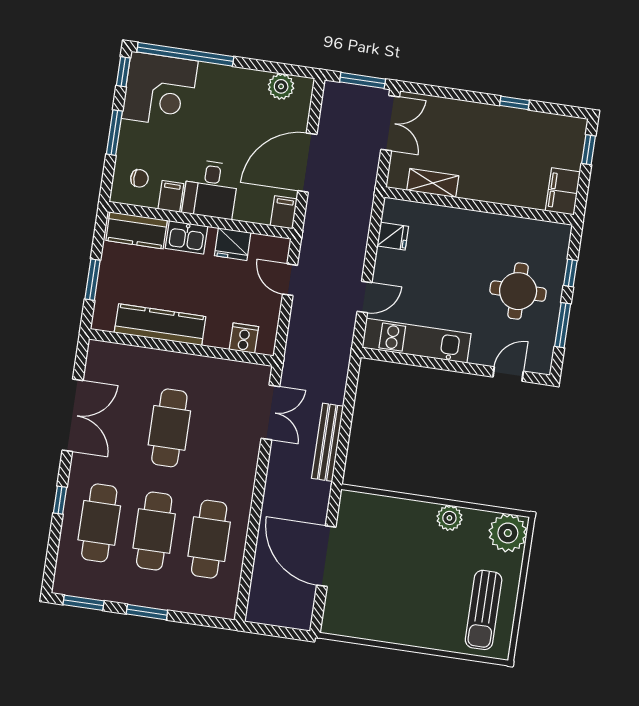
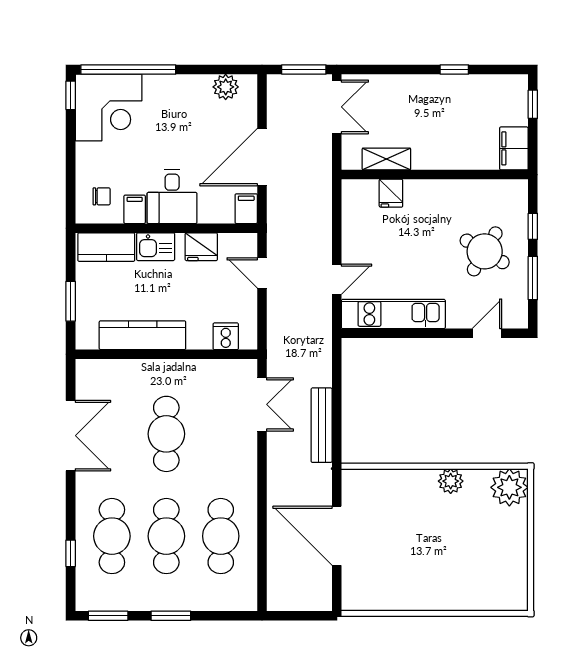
window: (114, 133) -> (71, 156), removed
fridge: (393, 236) -> (391, 193), moved, turned 90
round table: (518, 291) -> (485, 251), turned 31
window: (60, 500) -> (71, 553), moved
sun lounger: (484, 610) -> (497, 565), removed

